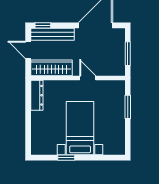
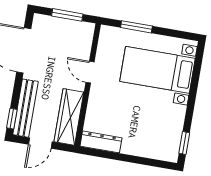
door: (88, 78) -> (90, 72), hinge flipped
bed with nightstands: (80, 128) -> (157, 70), moved
window: (66, 158) -> (184, 143), moved

